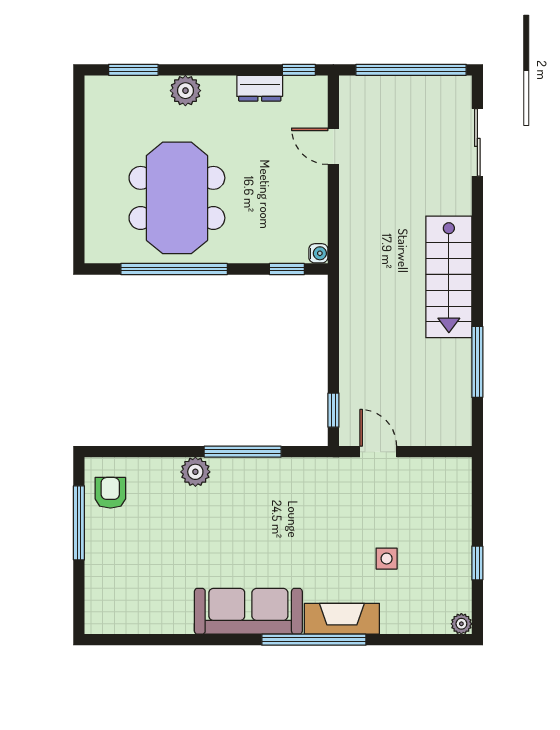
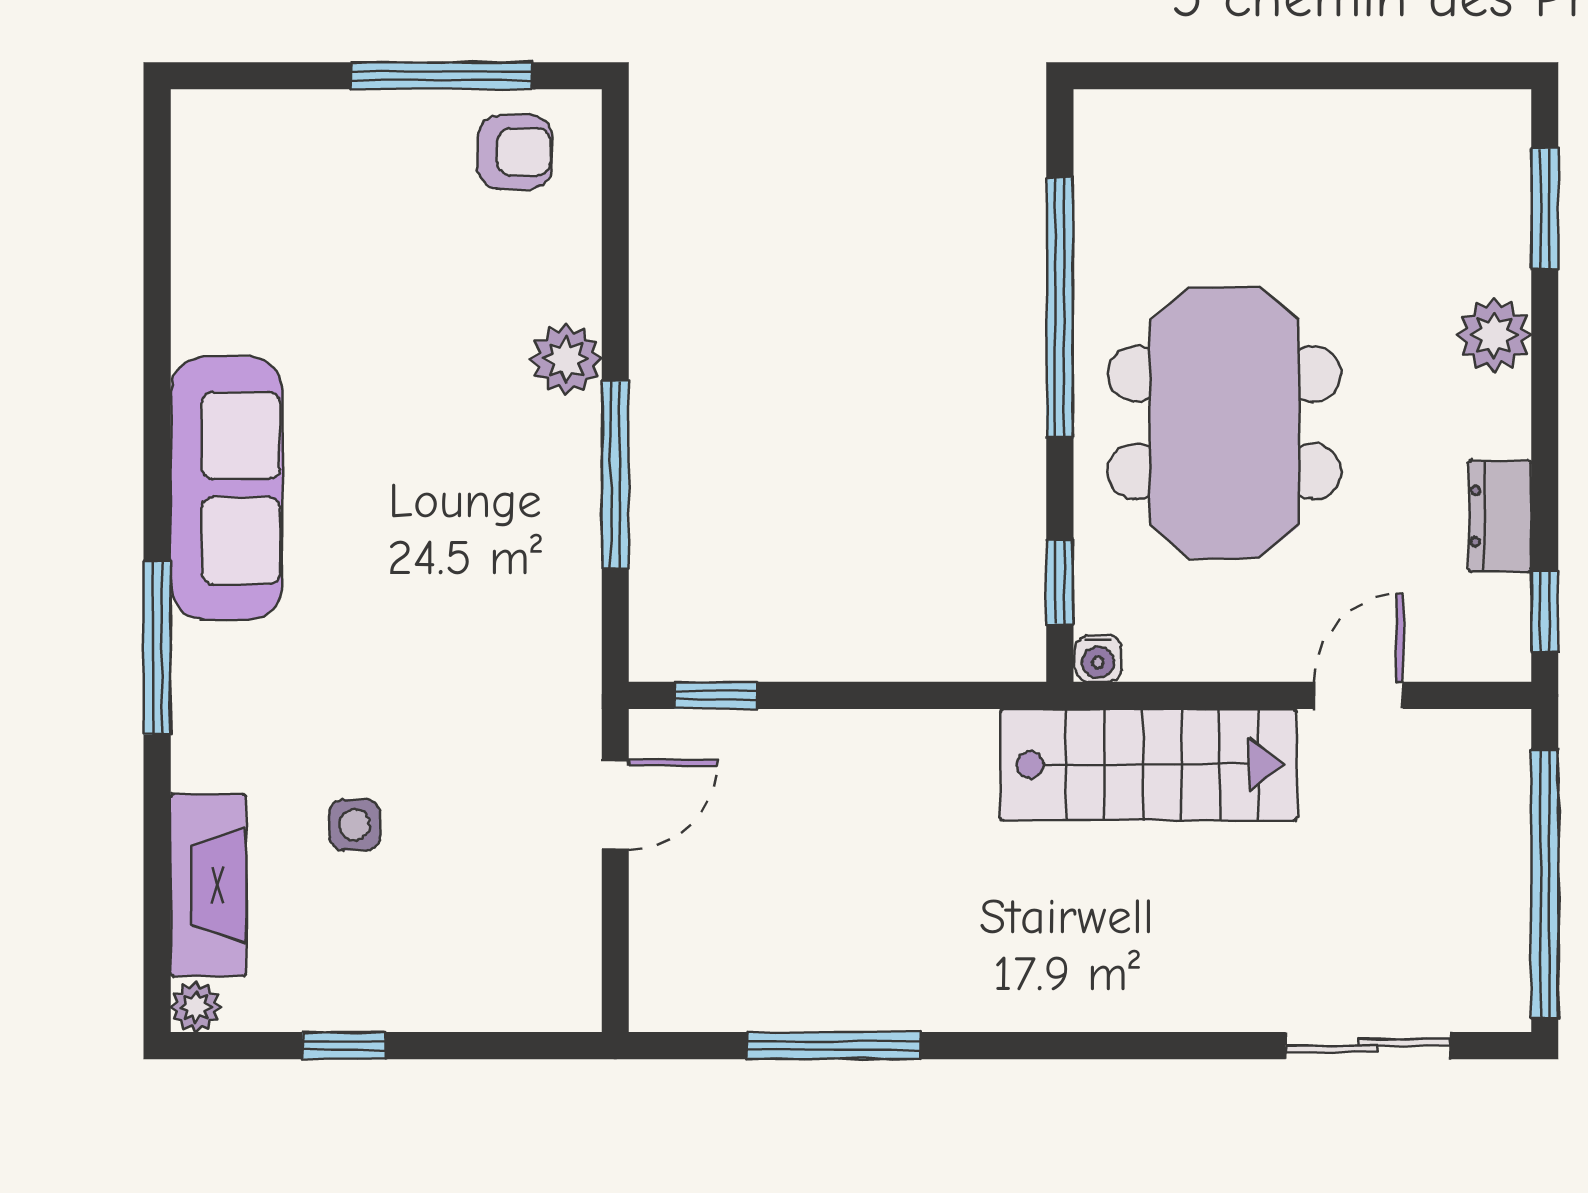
meeting table: (177, 198) -> (1224, 423), moved, turned 90
stairs: (449, 277) -> (1149, 765), moved, turned 180
fireplace: (342, 619) -> (208, 885), moved
window: (314, 640) -> (157, 648), width x0.68

